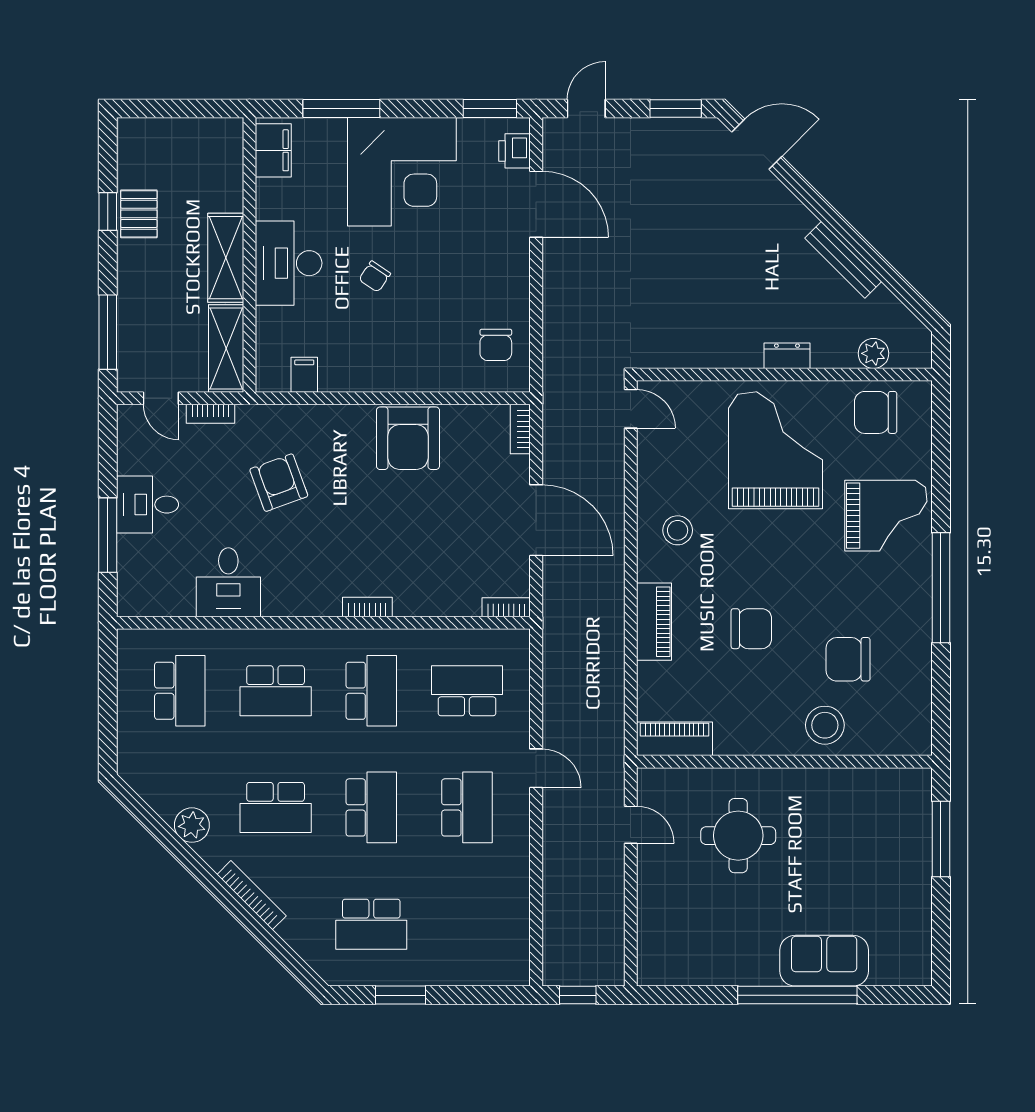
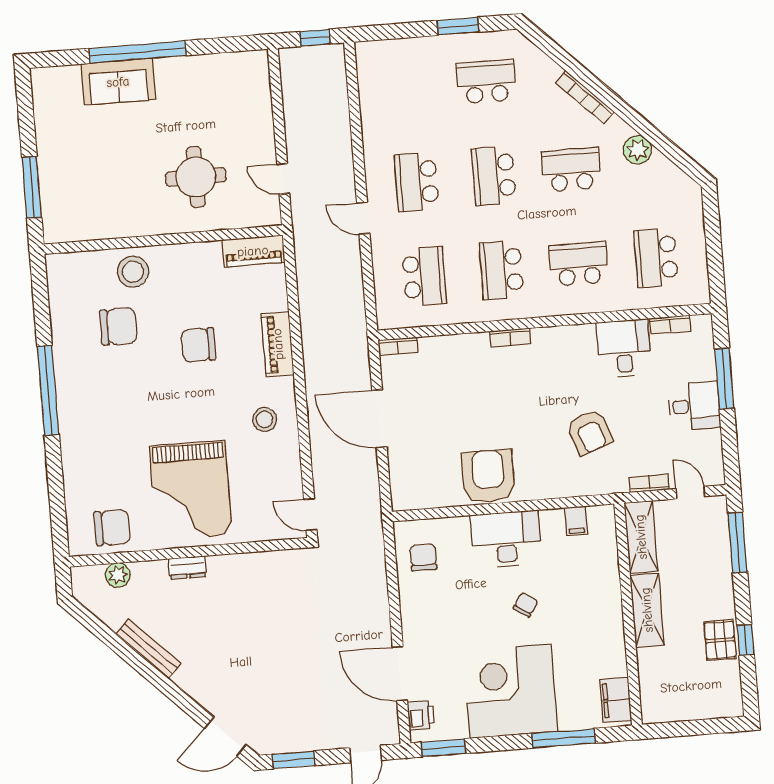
desk: (289, 263) -> (506, 539), moved, turned -90
bookcase: (520, 429) -> (670, 325), moved, turned 90
grand piano: (886, 516) -> (97, 445), removed
school desk: (467, 691) -> (424, 276), turned -90

